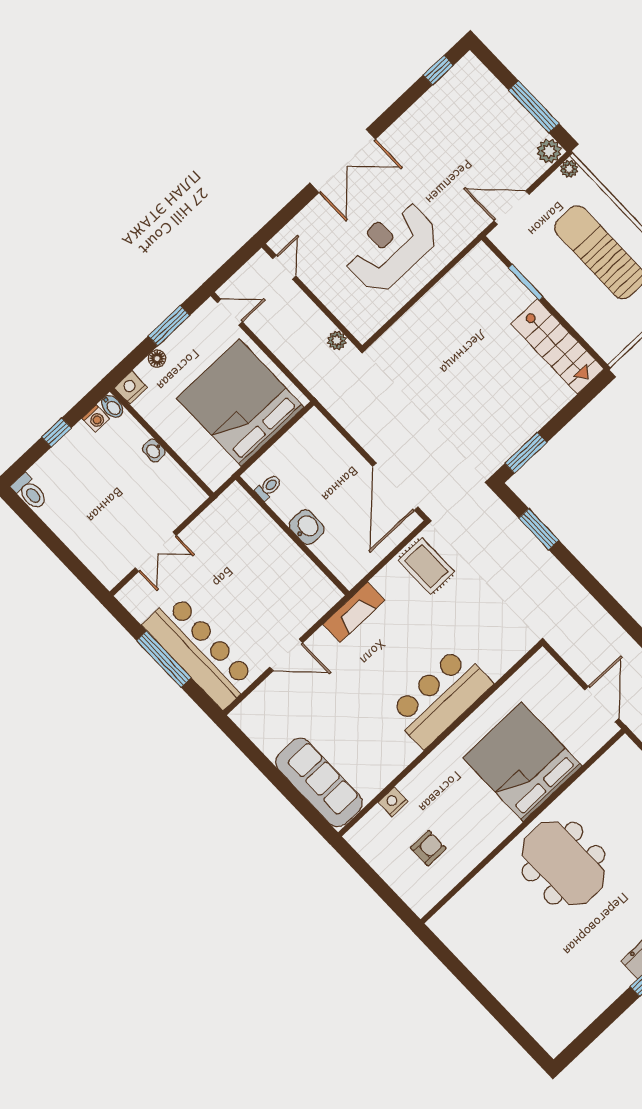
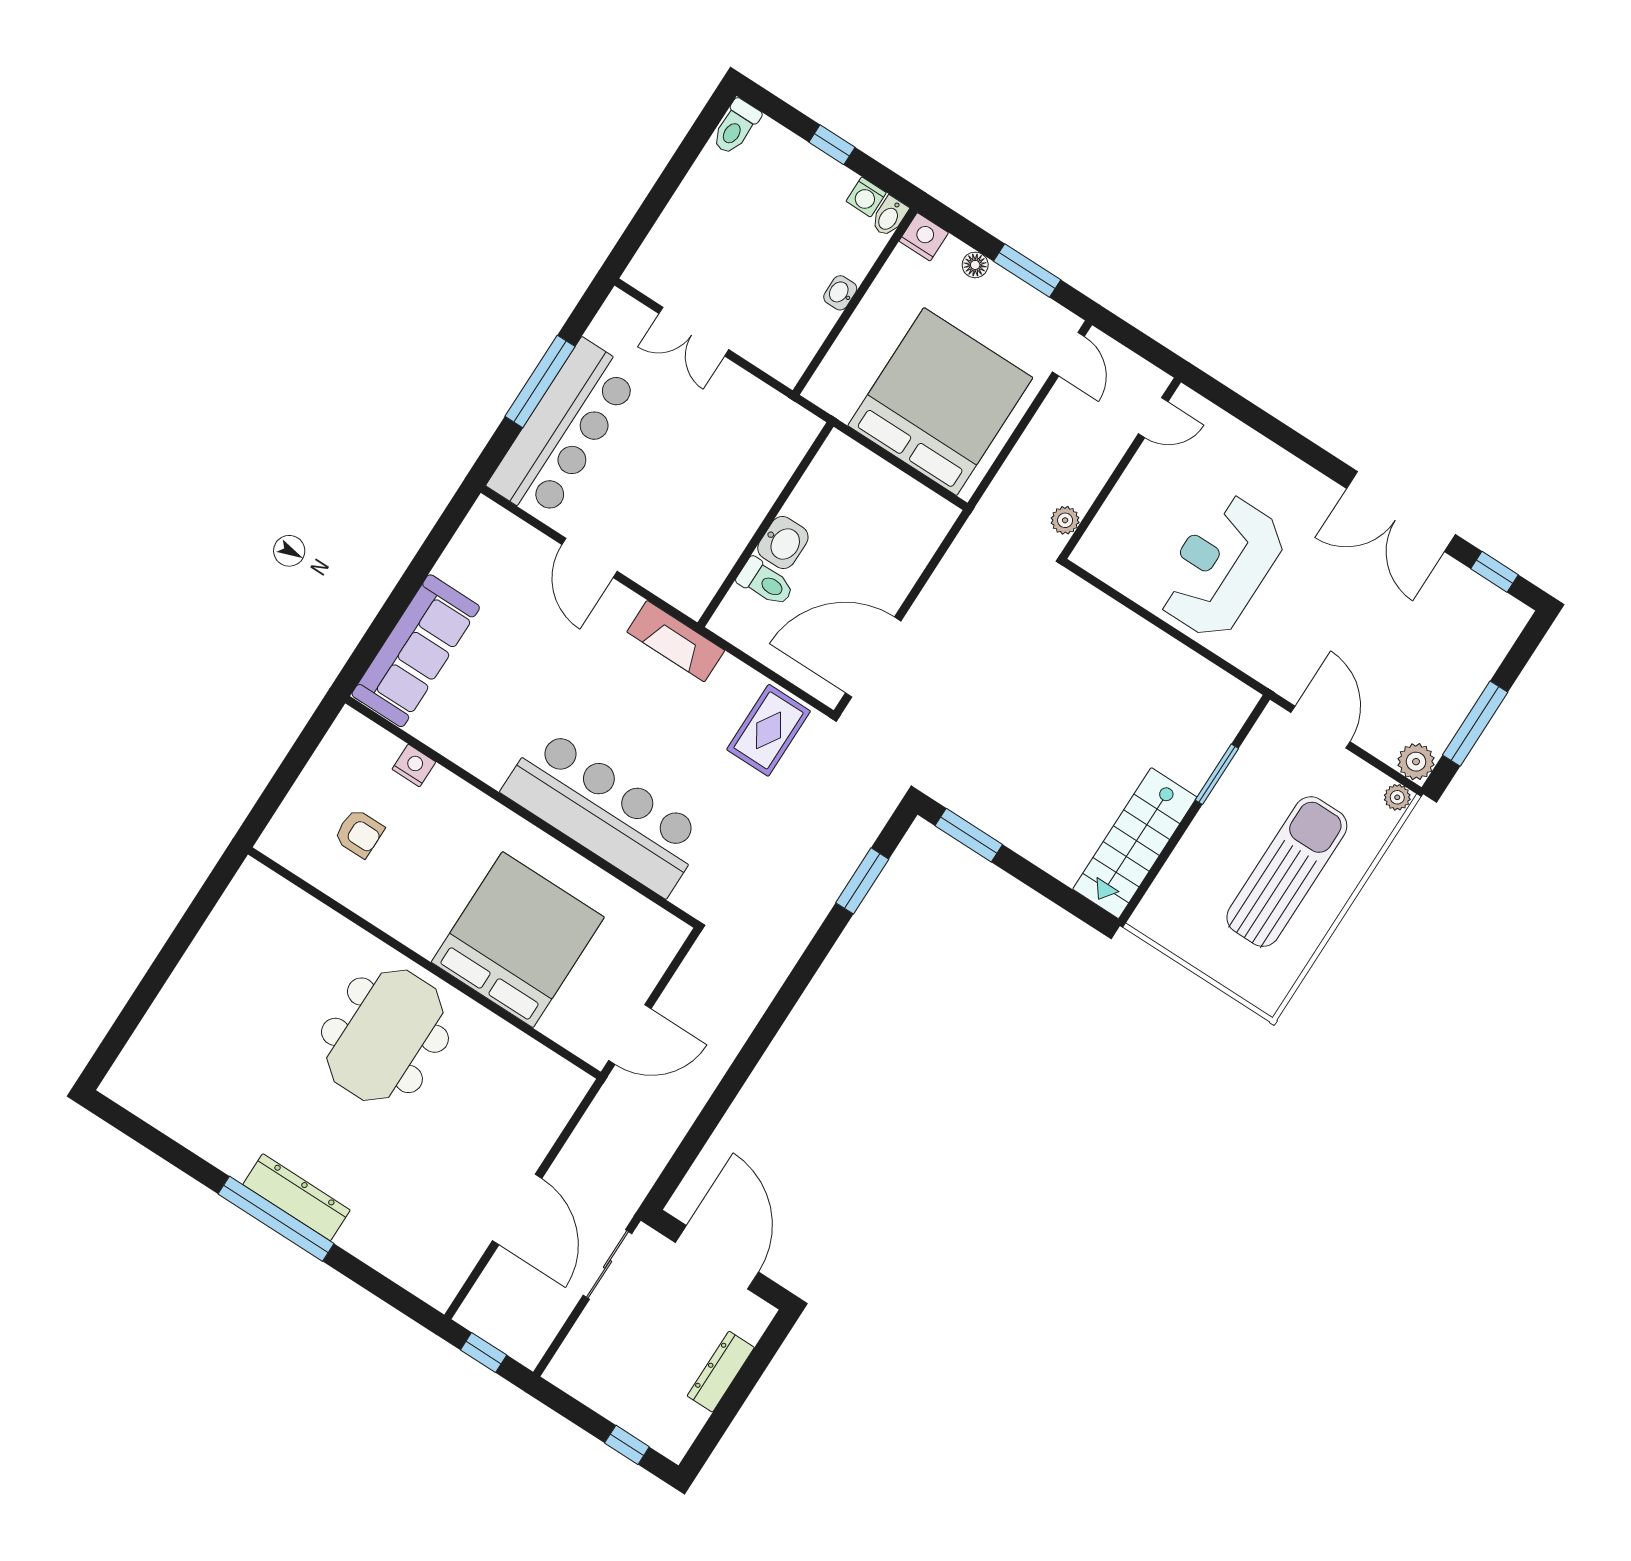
double door: (343, 161) -> (1401, 511), moved
reception desk: (391, 247) -> (1221, 566), turned -90
toilet: (268, 487) -> (766, 582), moved, width x1.37, depth x1.39
bar counter: (441, 698) -> (604, 812), width x1.36

